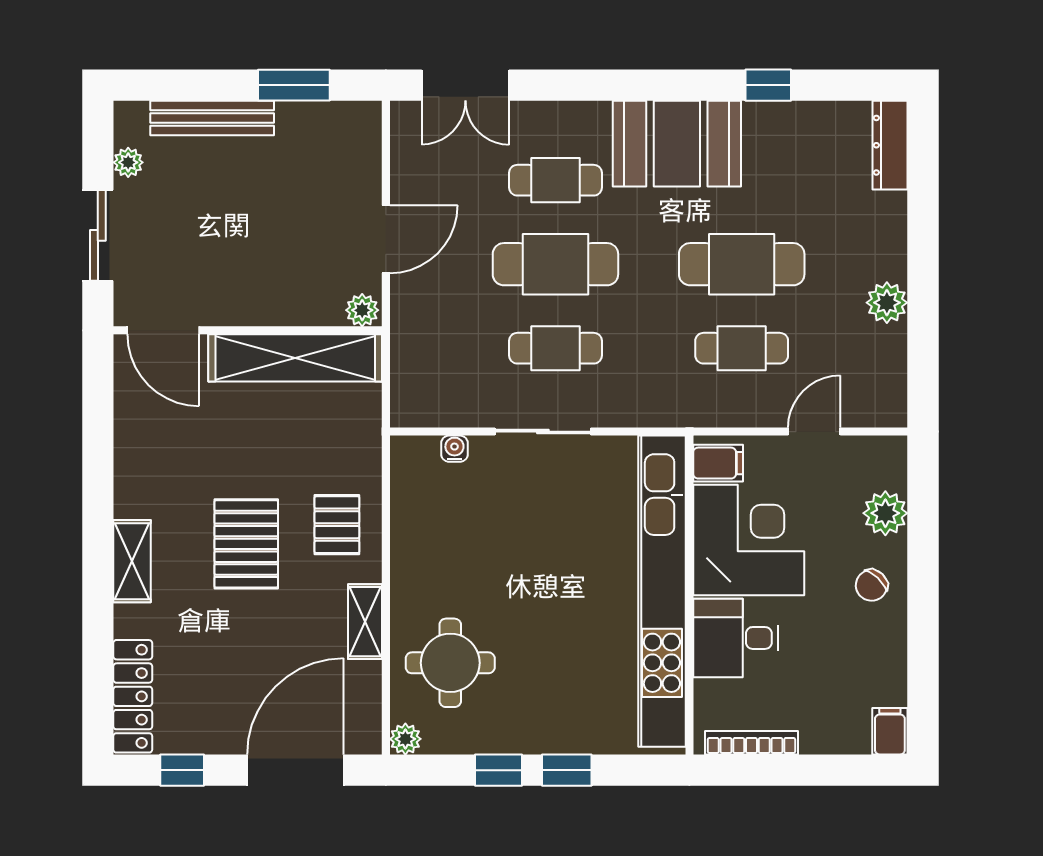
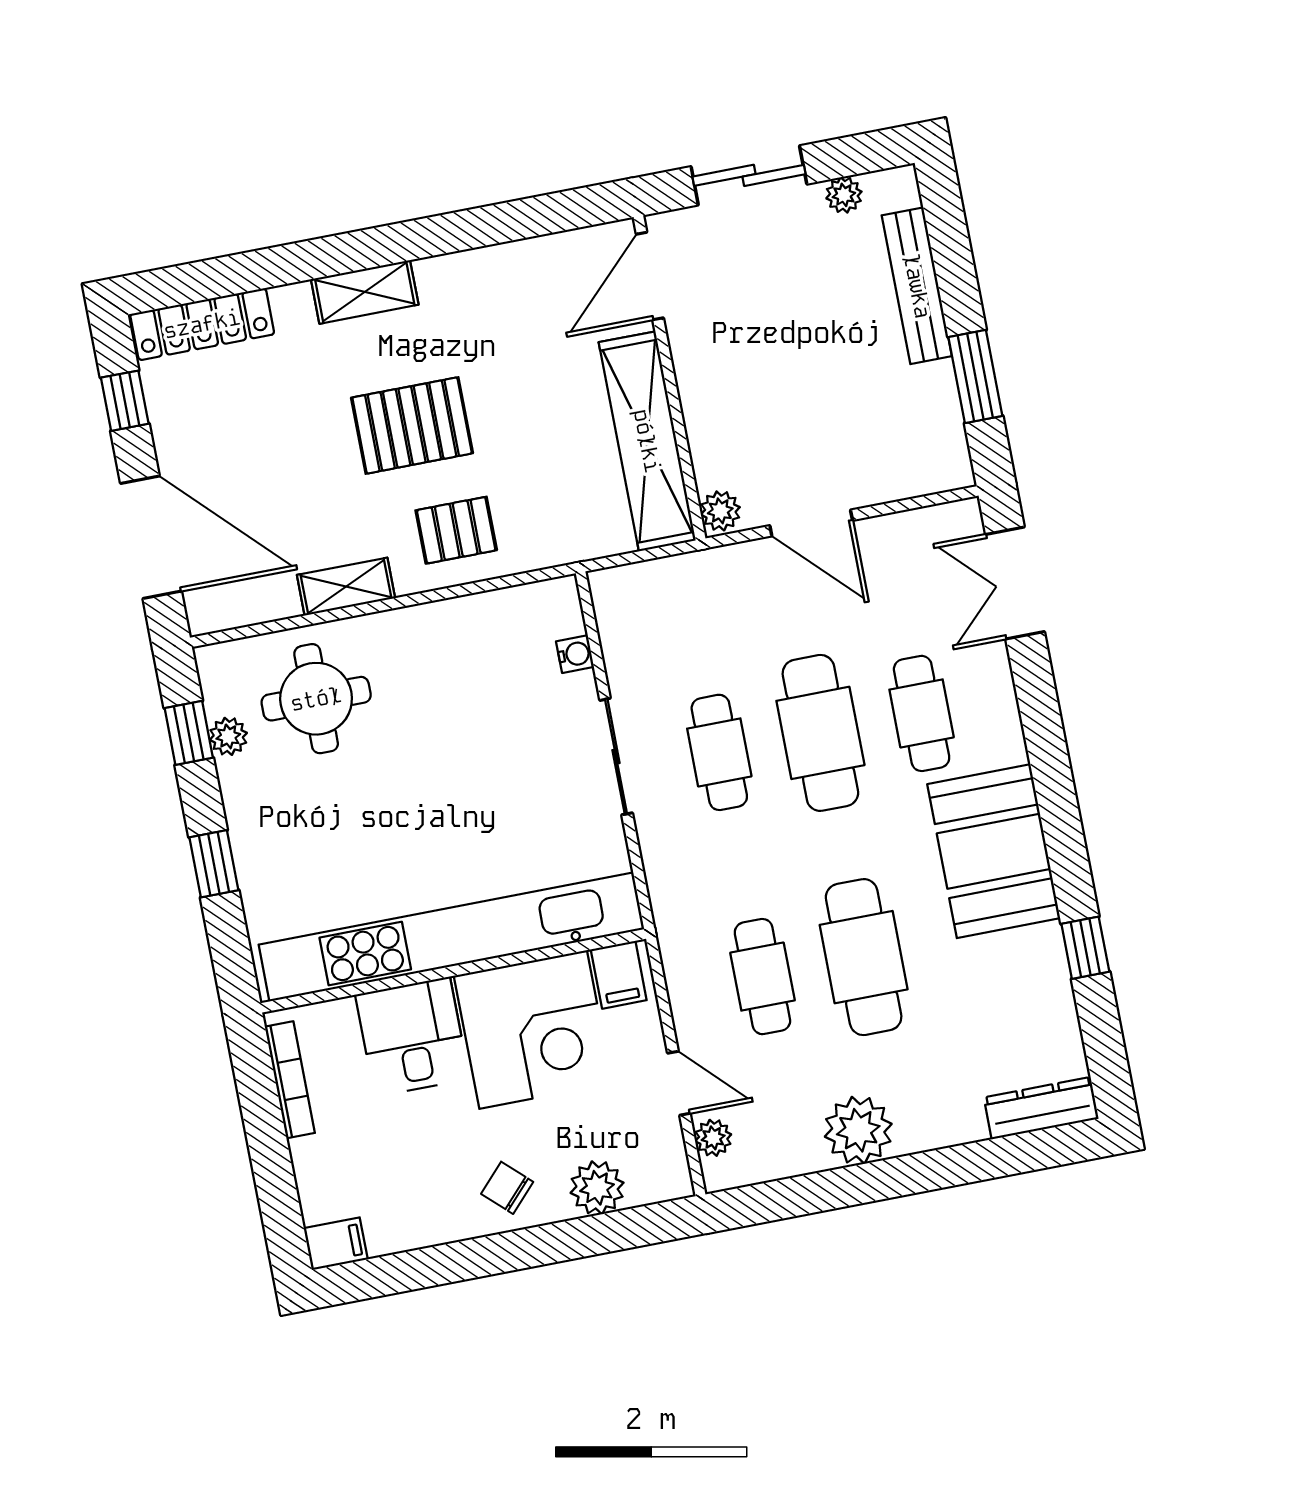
plant: (887, 303) -> (858, 1130), width x1.36, depth x1.36
plant: (863, 413) -> (713, 1138), added
plant: (405, 739) -> (228, 736), moved
window: (498, 770) -> (189, 733), moved

